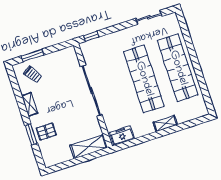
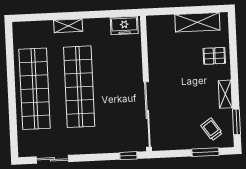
sliding door: (91, 91) -> (147, 114), moved
window: (31, 134) -> (236, 122), moved
shelving: (89, 147) -> (197, 22), moved

